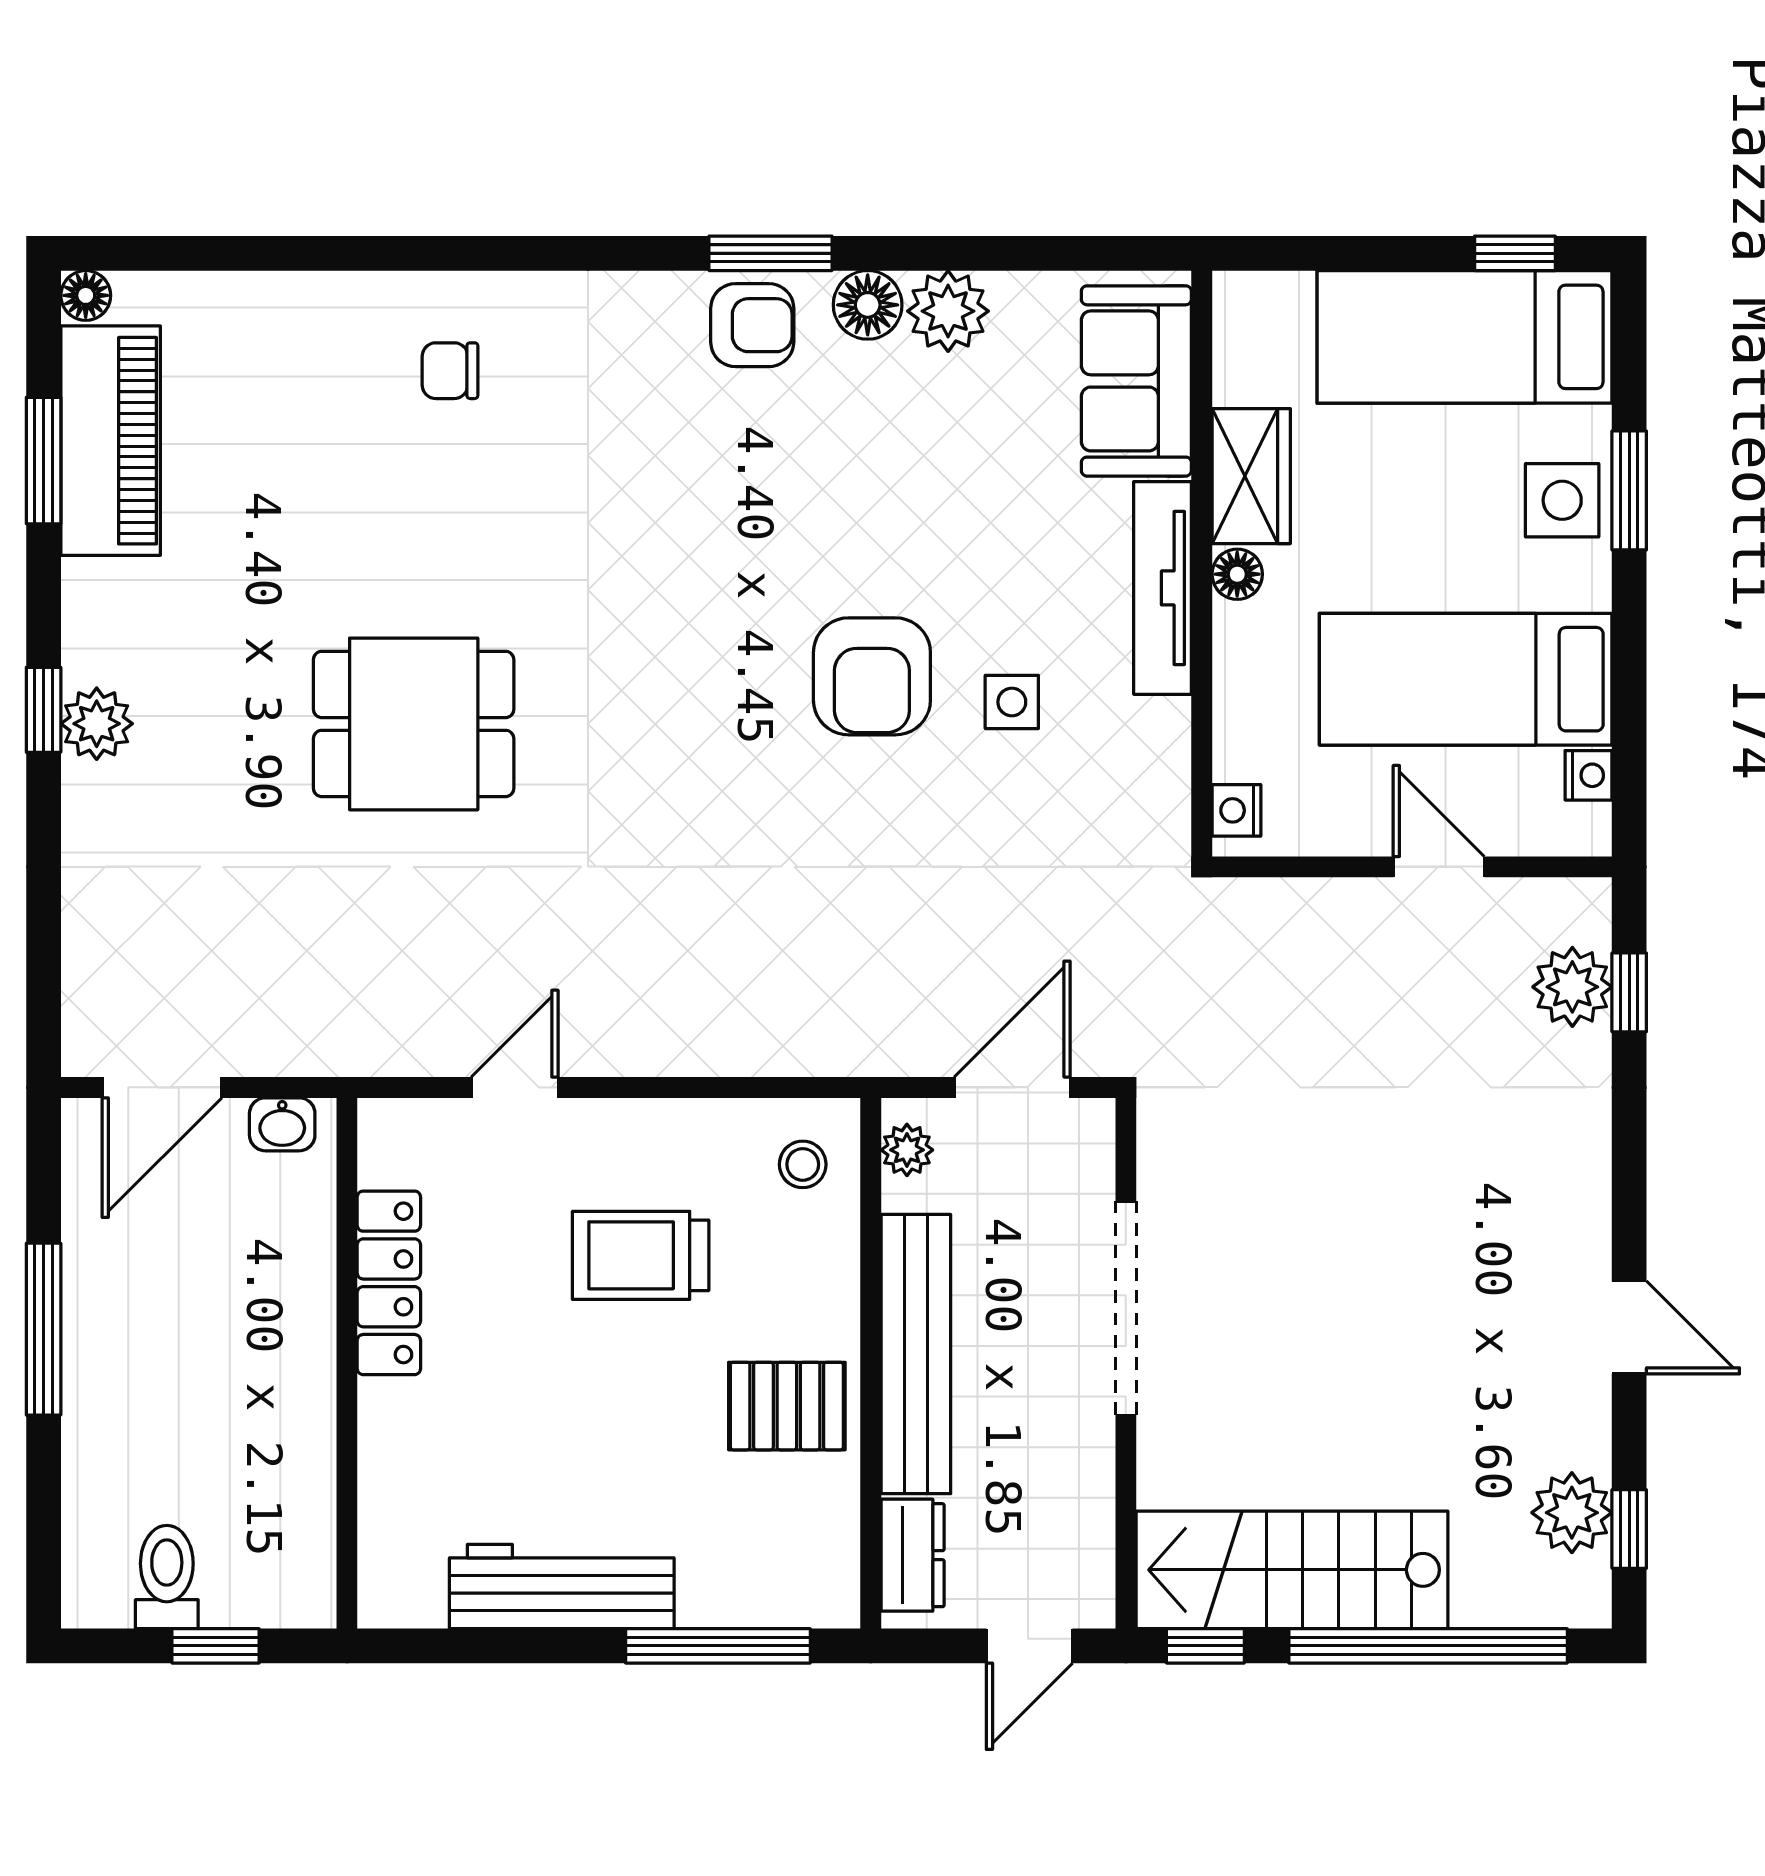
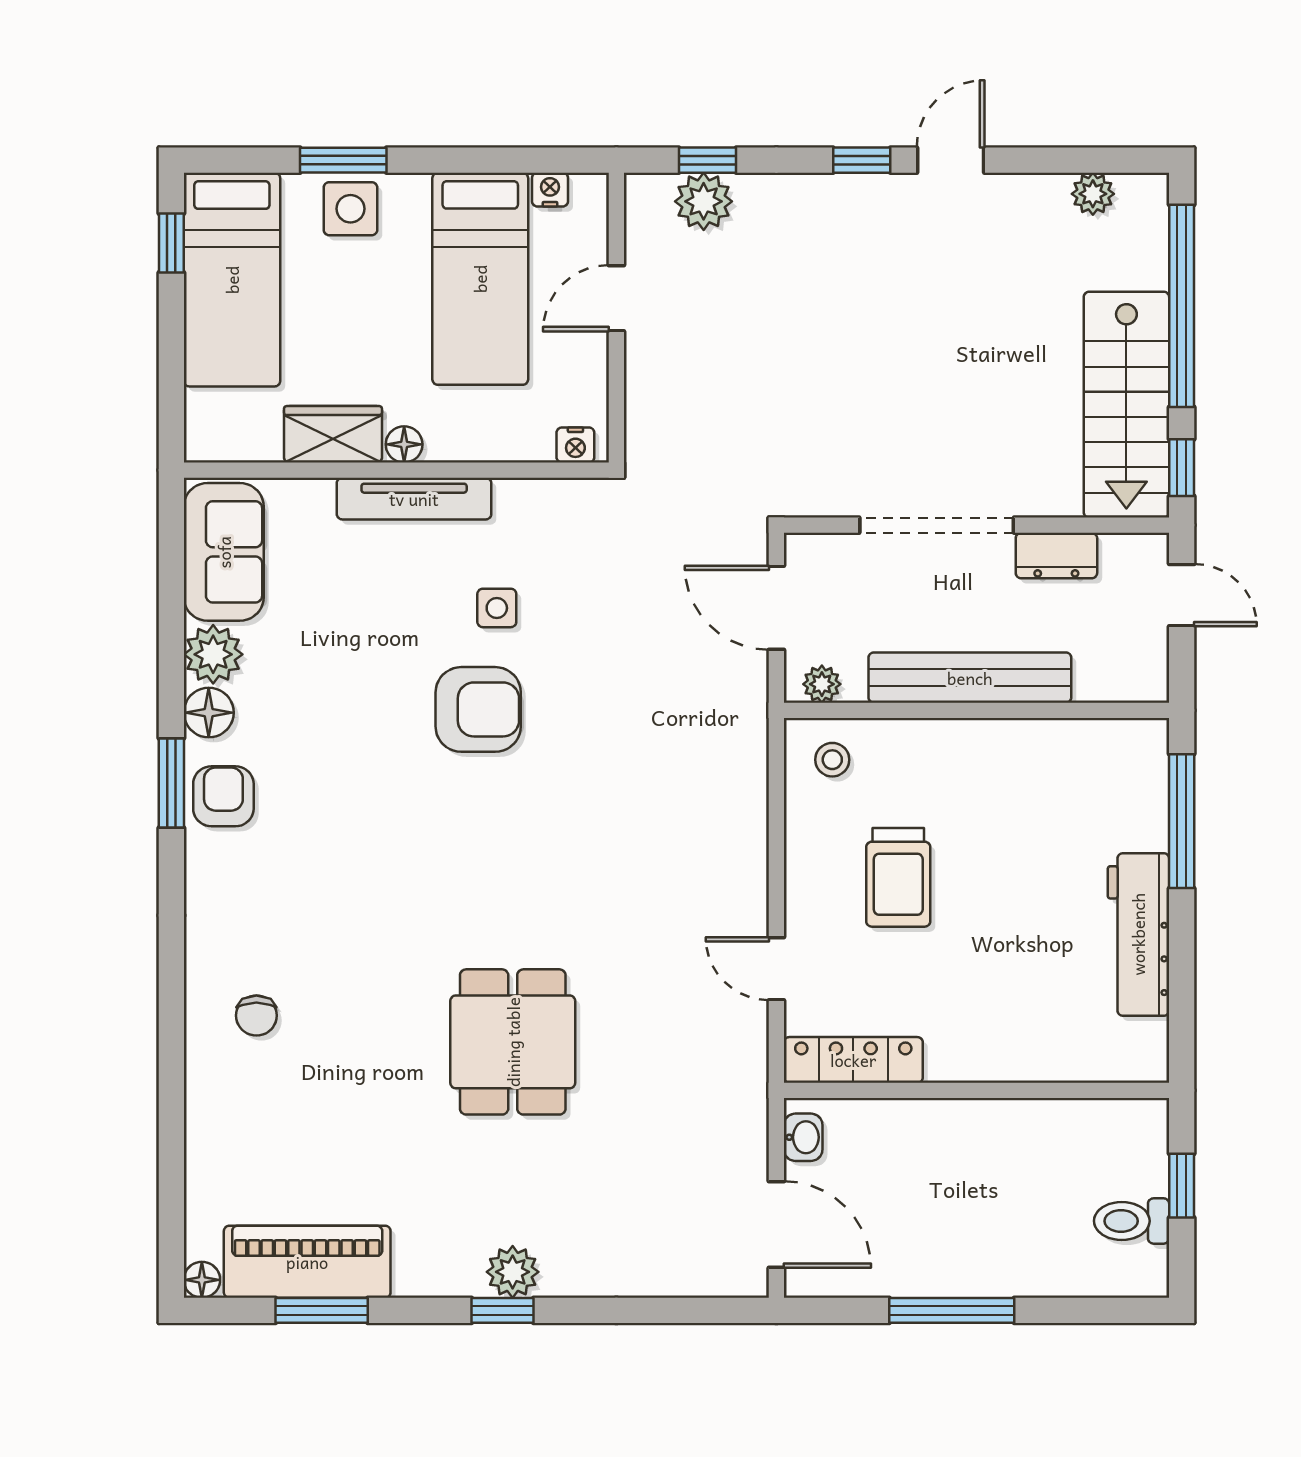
sofa: (1136, 381) -> (224, 552), moved, turned -90
locker: (389, 1283) -> (853, 1060), moved
pallet: (787, 1406) -> (1008, 771), removed
plant: (1572, 1513) -> (1093, 194), width x0.73, depth x0.73
window: (1629, 1529) -> (862, 160), moved
dresser: (913, 1555) -> (1056, 556), moved, turned 180

